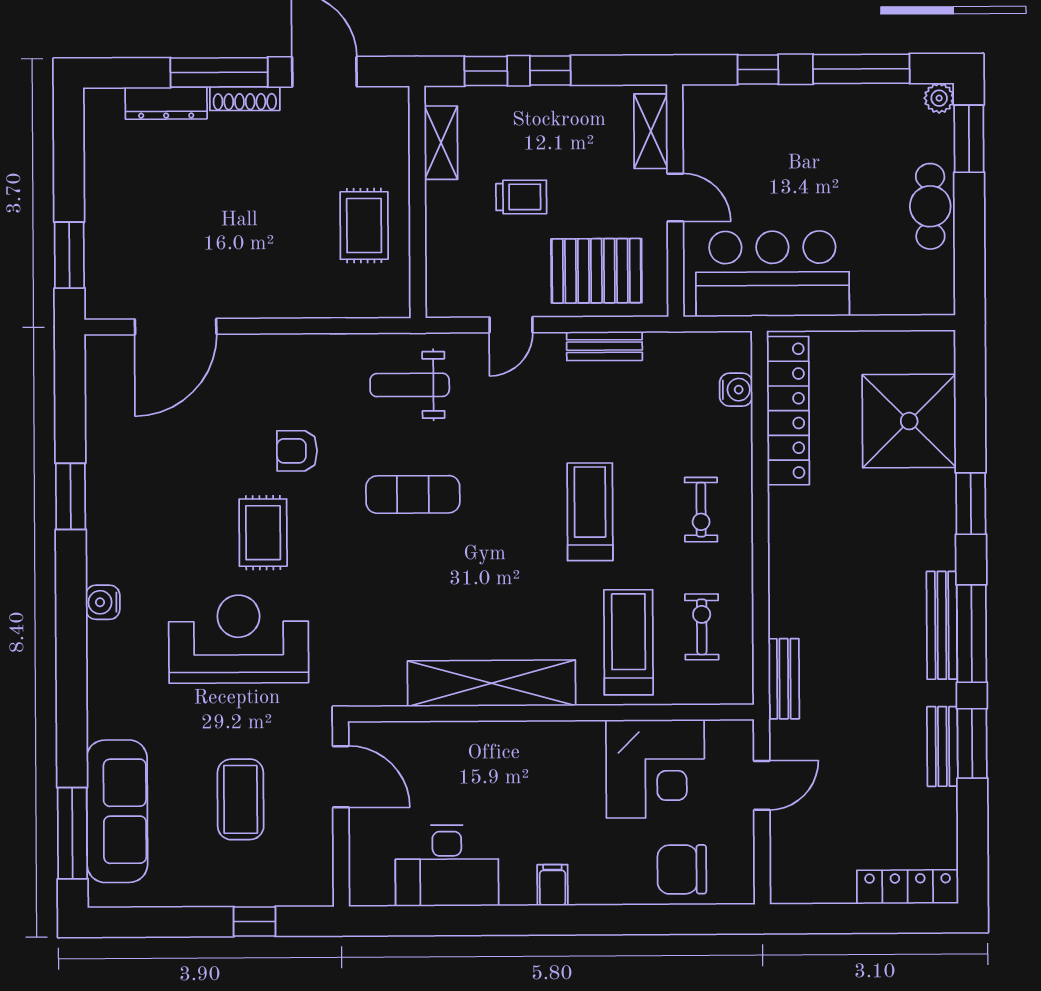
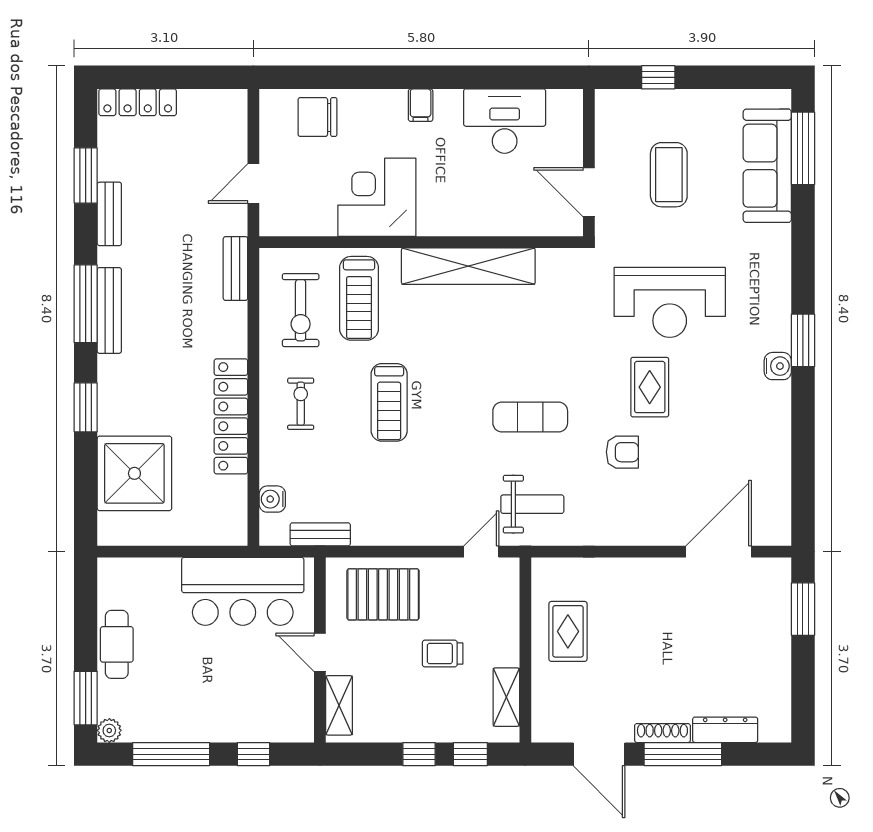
door: (511, 325) -> (481, 552), moved
bench: (604, 346) -> (320, 534), moved
locker: (788, 411) -> (231, 416), moved
window: (71, 496) -> (803, 340), moved
water cooler: (103, 602) -> (778, 366), moved
exercise bike: (702, 627) -> (301, 310), width x1.38, depth x1.39
window: (972, 743) -> (86, 175), moved
corner desk: (655, 769) -> (377, 197), moved
chair: (682, 869) -> (317, 117), turned 180

